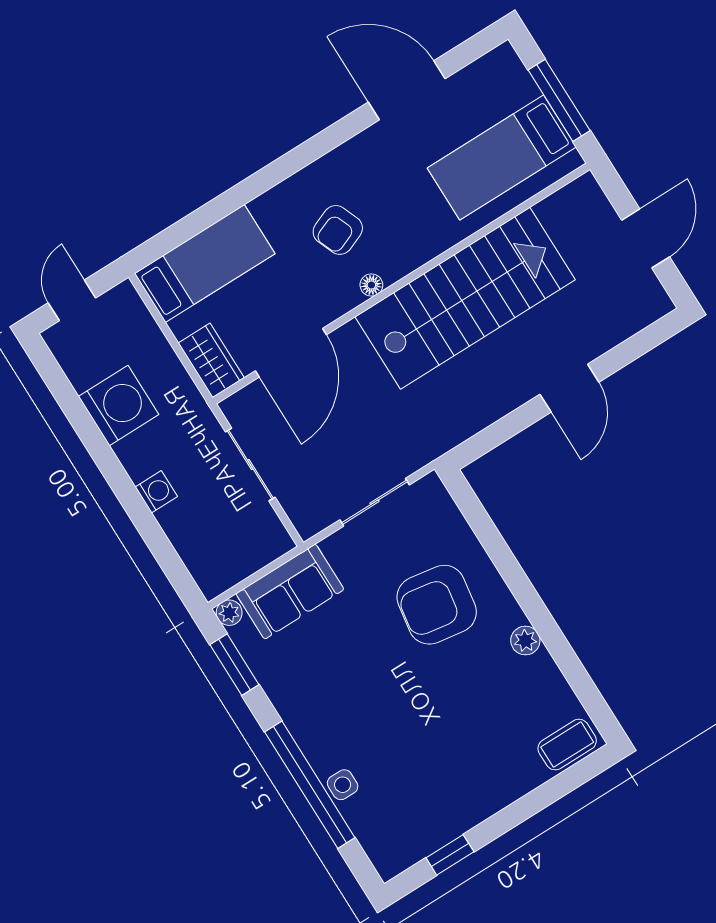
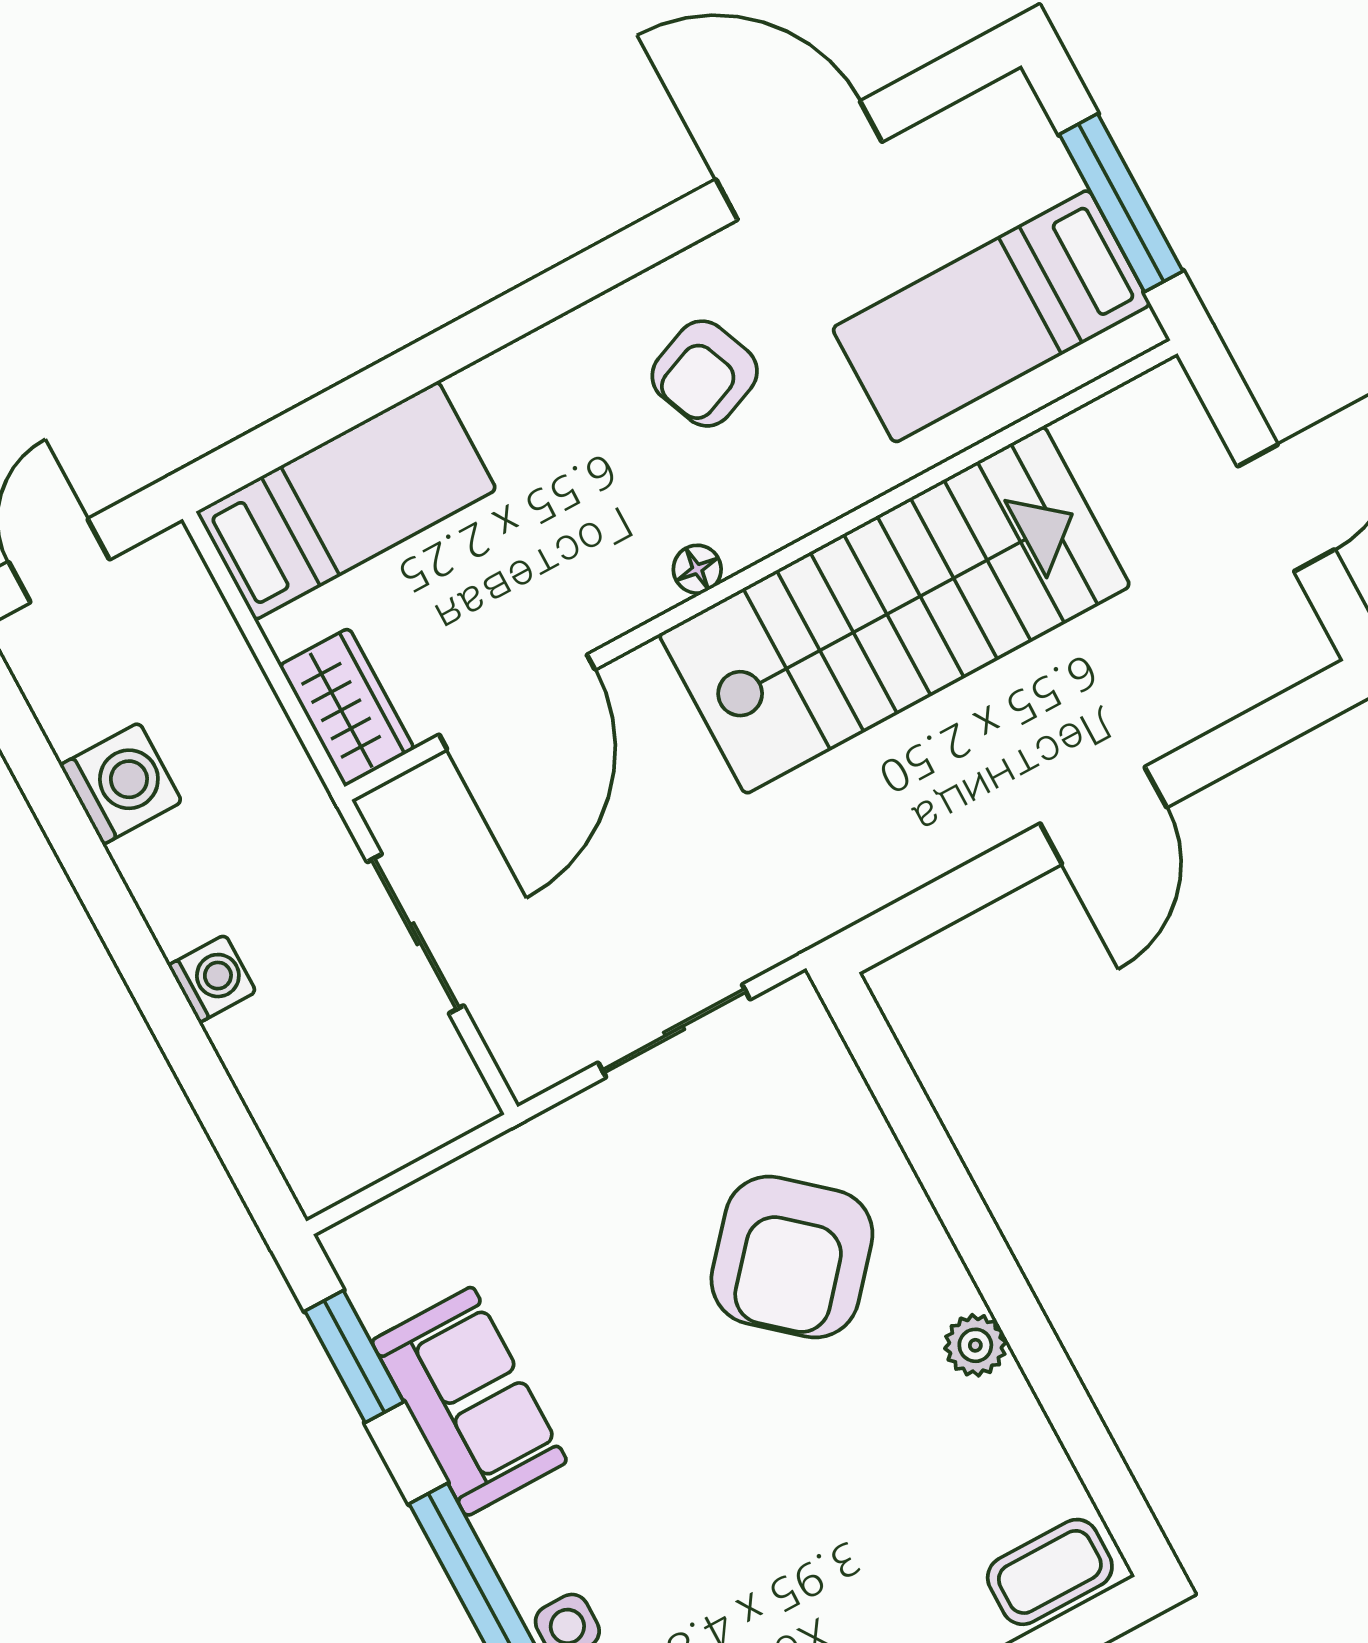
armchair: (338, 230) -> (705, 374), moved
washing machine: (119, 405) -> (121, 784), width x0.73, depth x0.73
sofa: (290, 592) -> (469, 1401), moved, turned -90
armchair: (437, 605) -> (792, 1257), turned -58
plant: (229, 613) -> (350, 1245), removed

